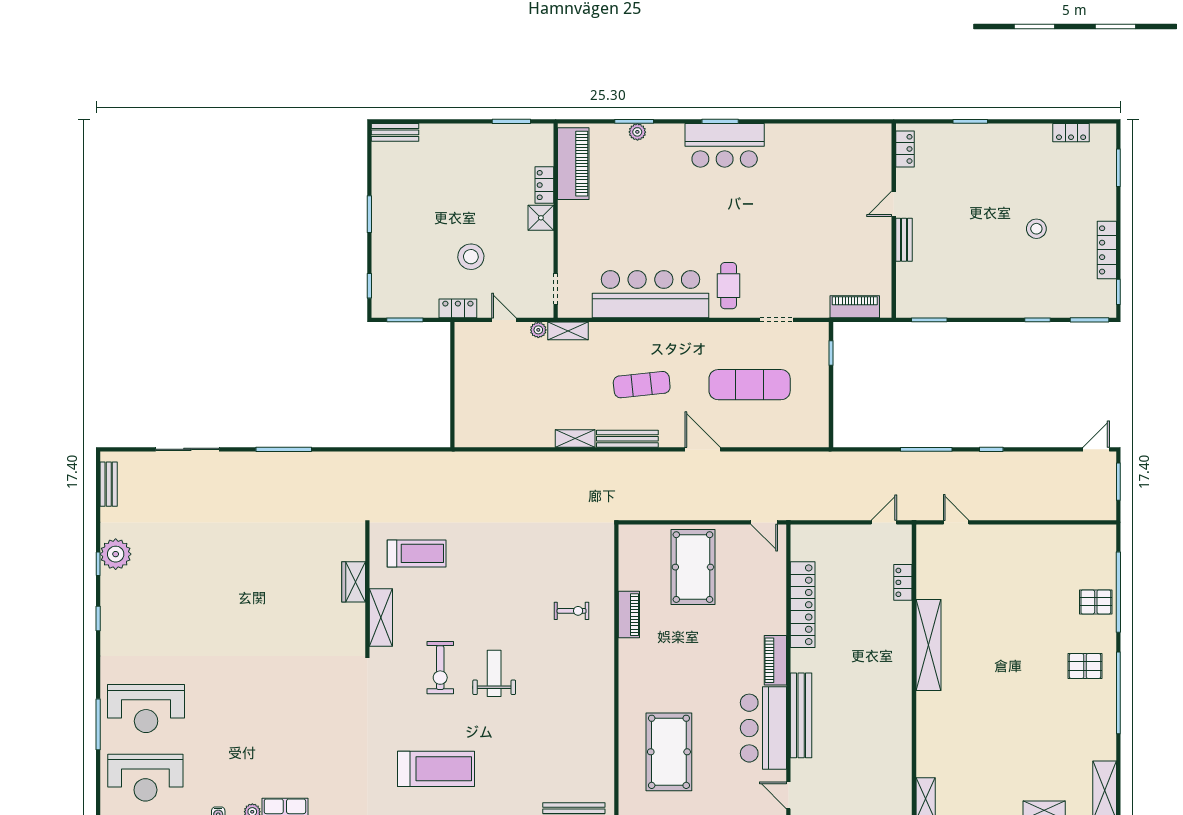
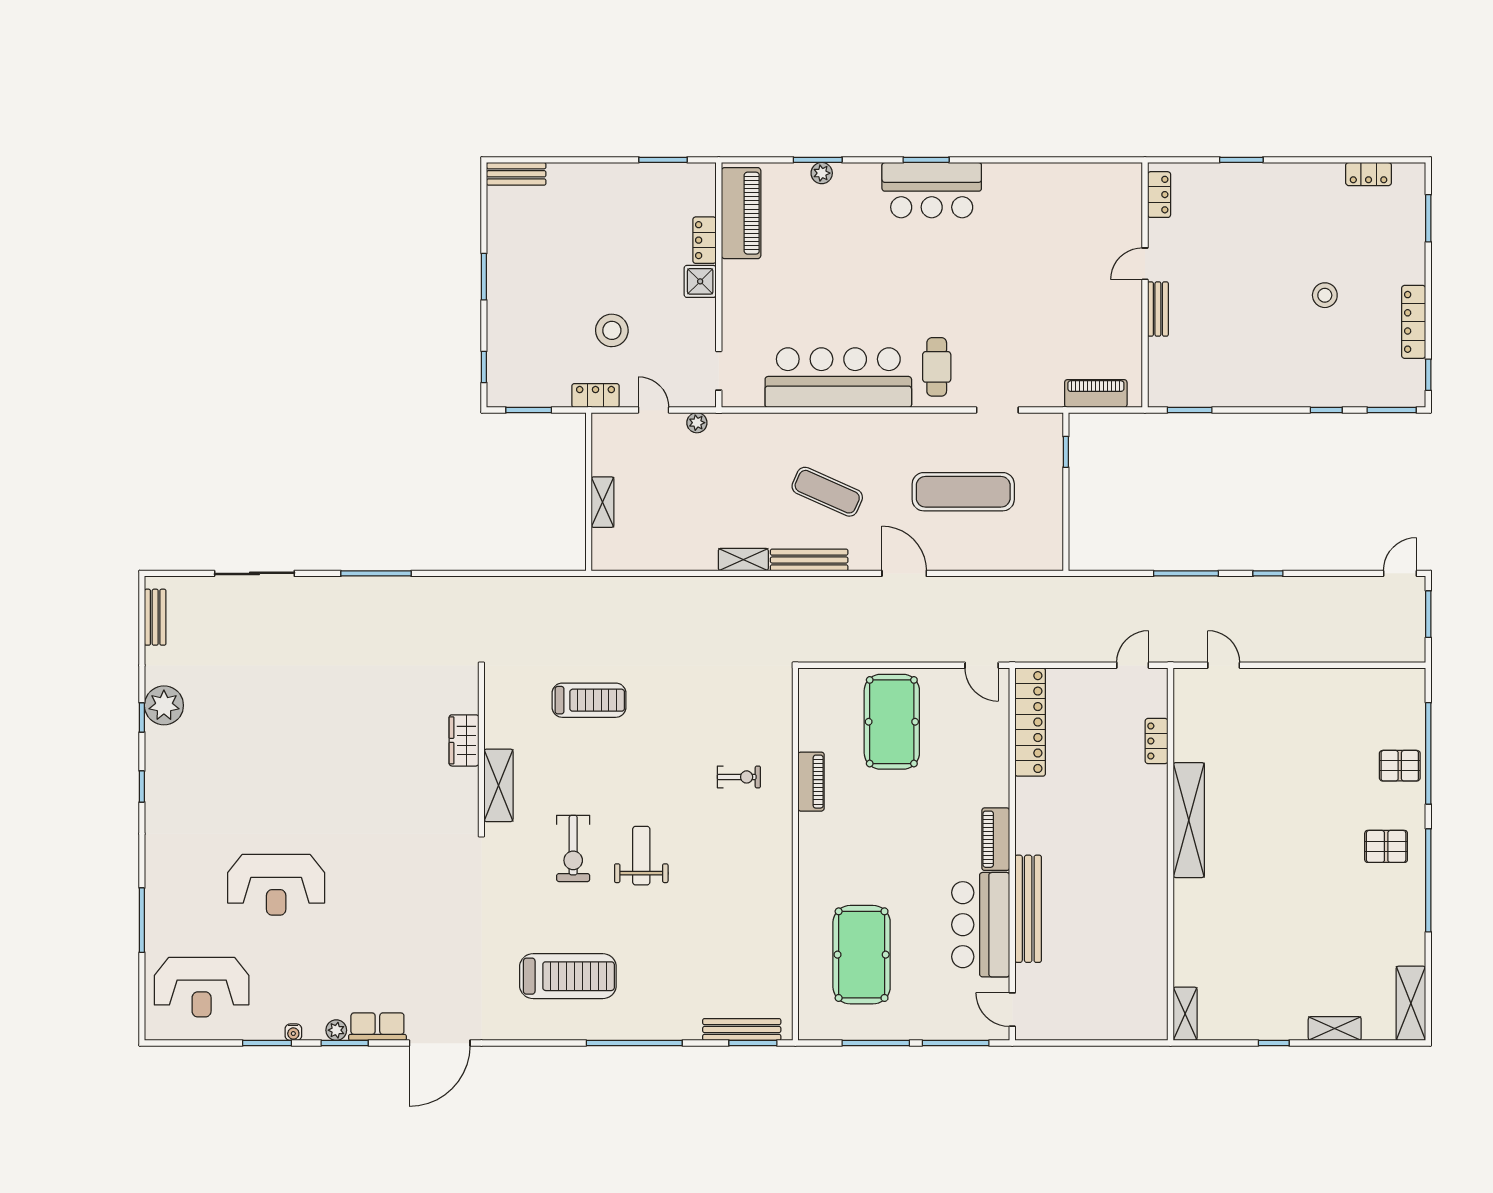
shelving: (568, 331) -> (603, 502), moved, turned 90
exercise mat: (642, 385) -> (827, 492), turned 30
treadmill: (417, 553) -> (589, 700), moved
locker: (803, 605) -> (1030, 722), moved
reception desk: (146, 708) -> (276, 885), moved

